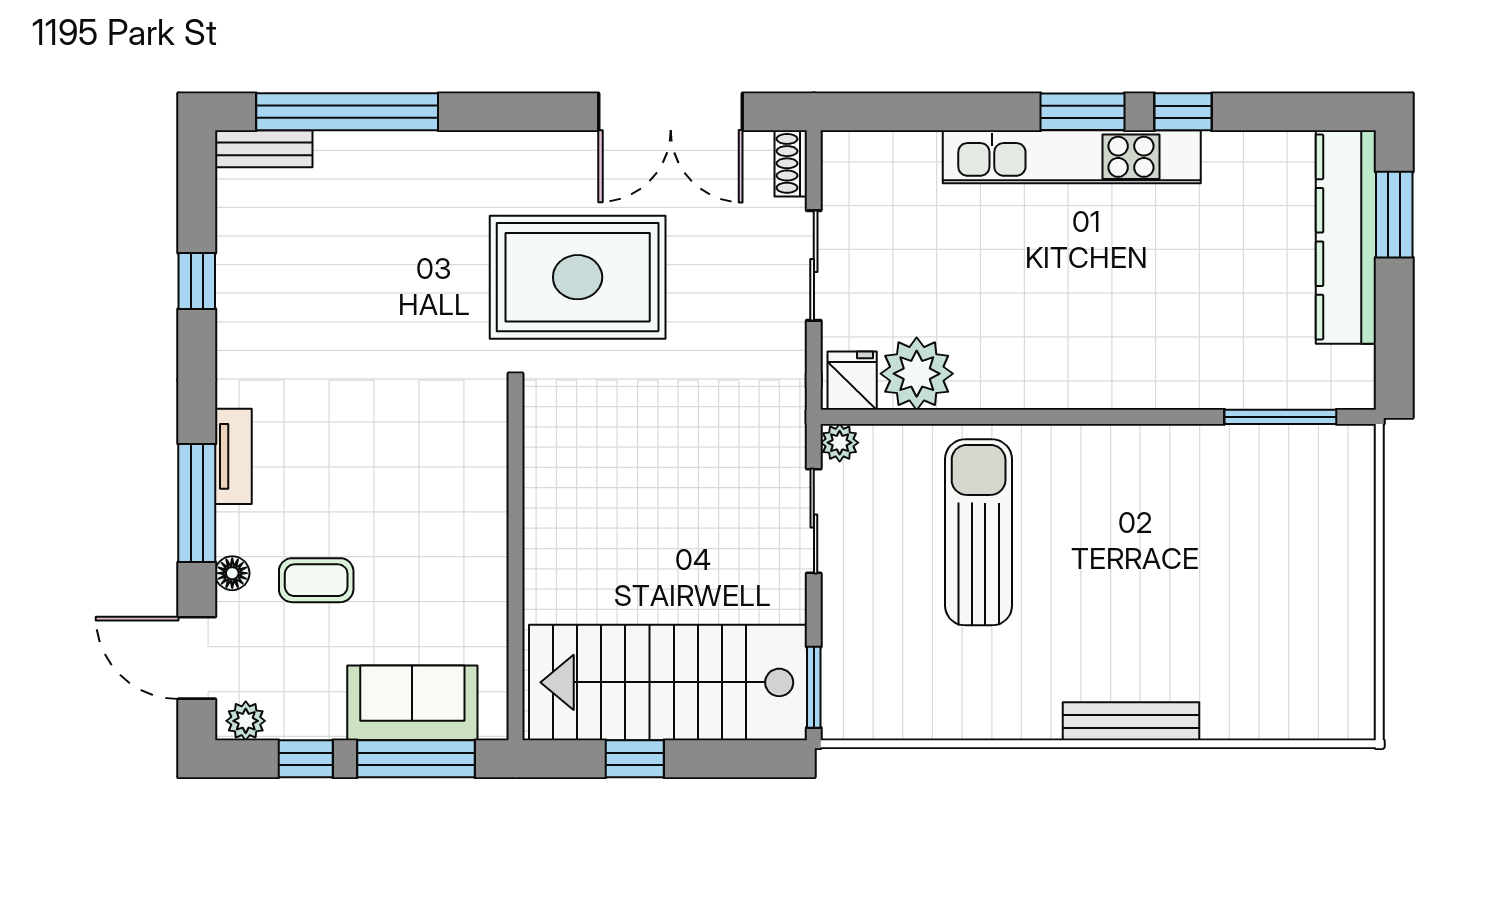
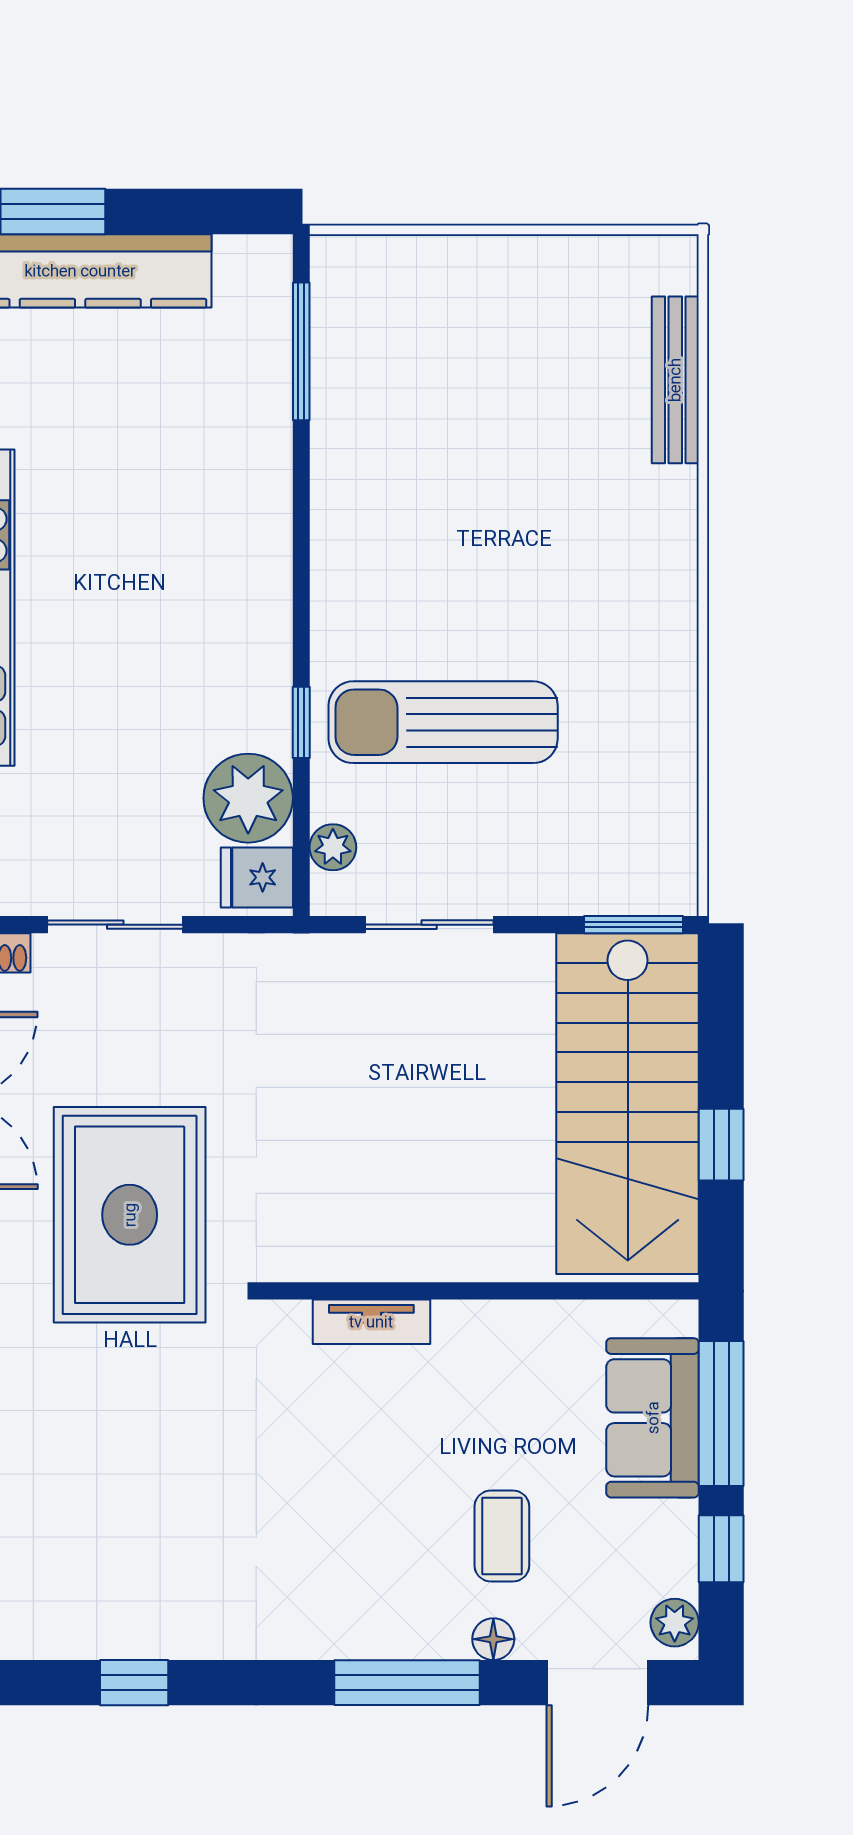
window: (978, 417) -> (301, 722), added
plant: (840, 443) -> (333, 847), moved
tv unit: (233, 456) -> (371, 1322), moved, turned 180
bench: (1131, 721) -> (675, 380), moved

